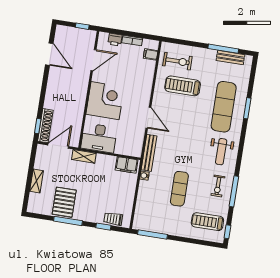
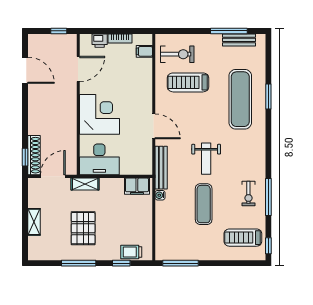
weight bench: (221, 152) -> (206, 159), moved
pallet: (64, 202) -> (83, 228), moved

